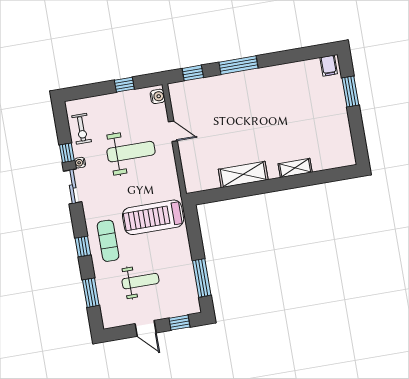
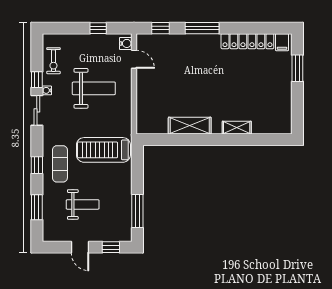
locker: (291, 71) -> (247, 41), added
door: (173, 131) -> (134, 59), moved

